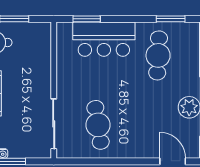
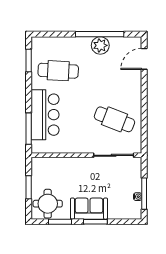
window: (87, 19) -> (29, 129), width x1.44
cafe table: (98, 125) -> (115, 119), turned 30

